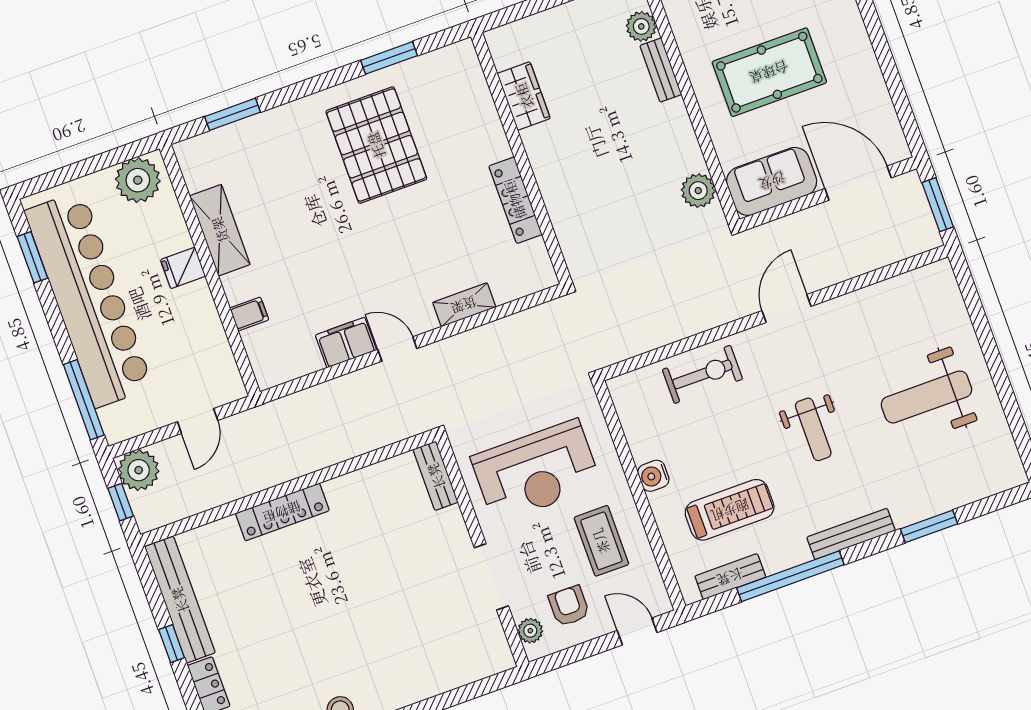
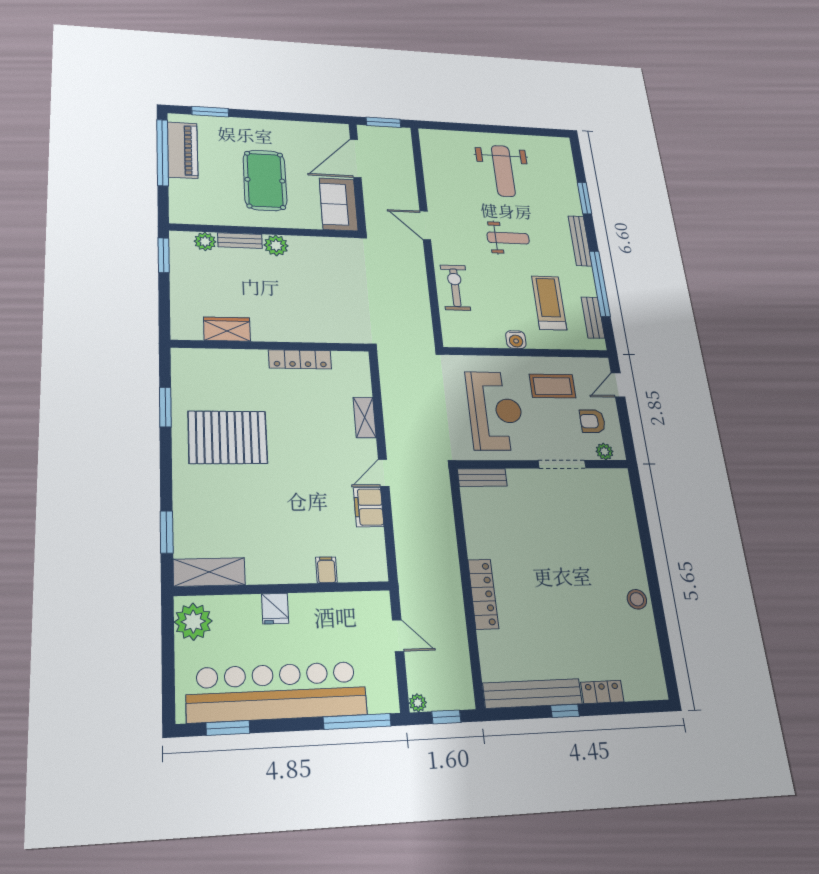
plant: (698, 191) -> (276, 245), moved
shelving: (220, 230) -> (209, 572), moved
plant: (139, 470) -> (418, 703), width x0.53, depth x0.53

